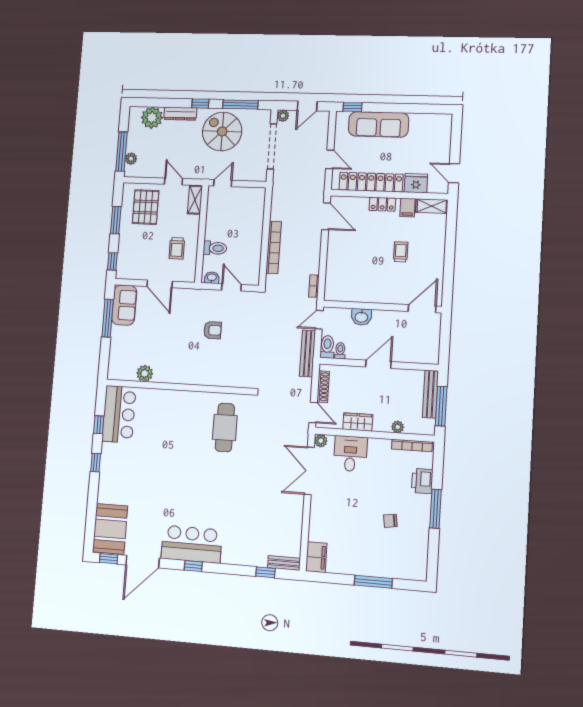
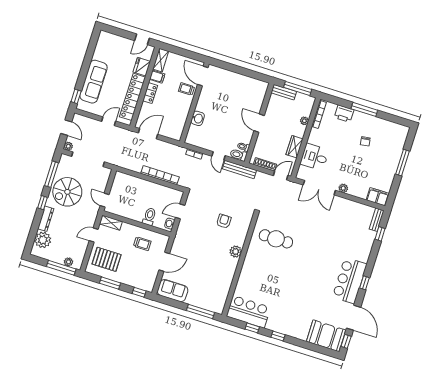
wall: (382, 307) -> (194, 103), moved
door: (422, 309) -> (203, 76), moved
washbasin: (361, 317) -> (198, 118), moved
window: (108, 318) -> (201, 312), moved
armchair: (213, 330) -> (224, 221), moved
plant: (145, 373) -> (236, 252), moved
bench: (430, 394) -> (284, 92), width x0.73
plant: (321, 441) -> (343, 188), moved

